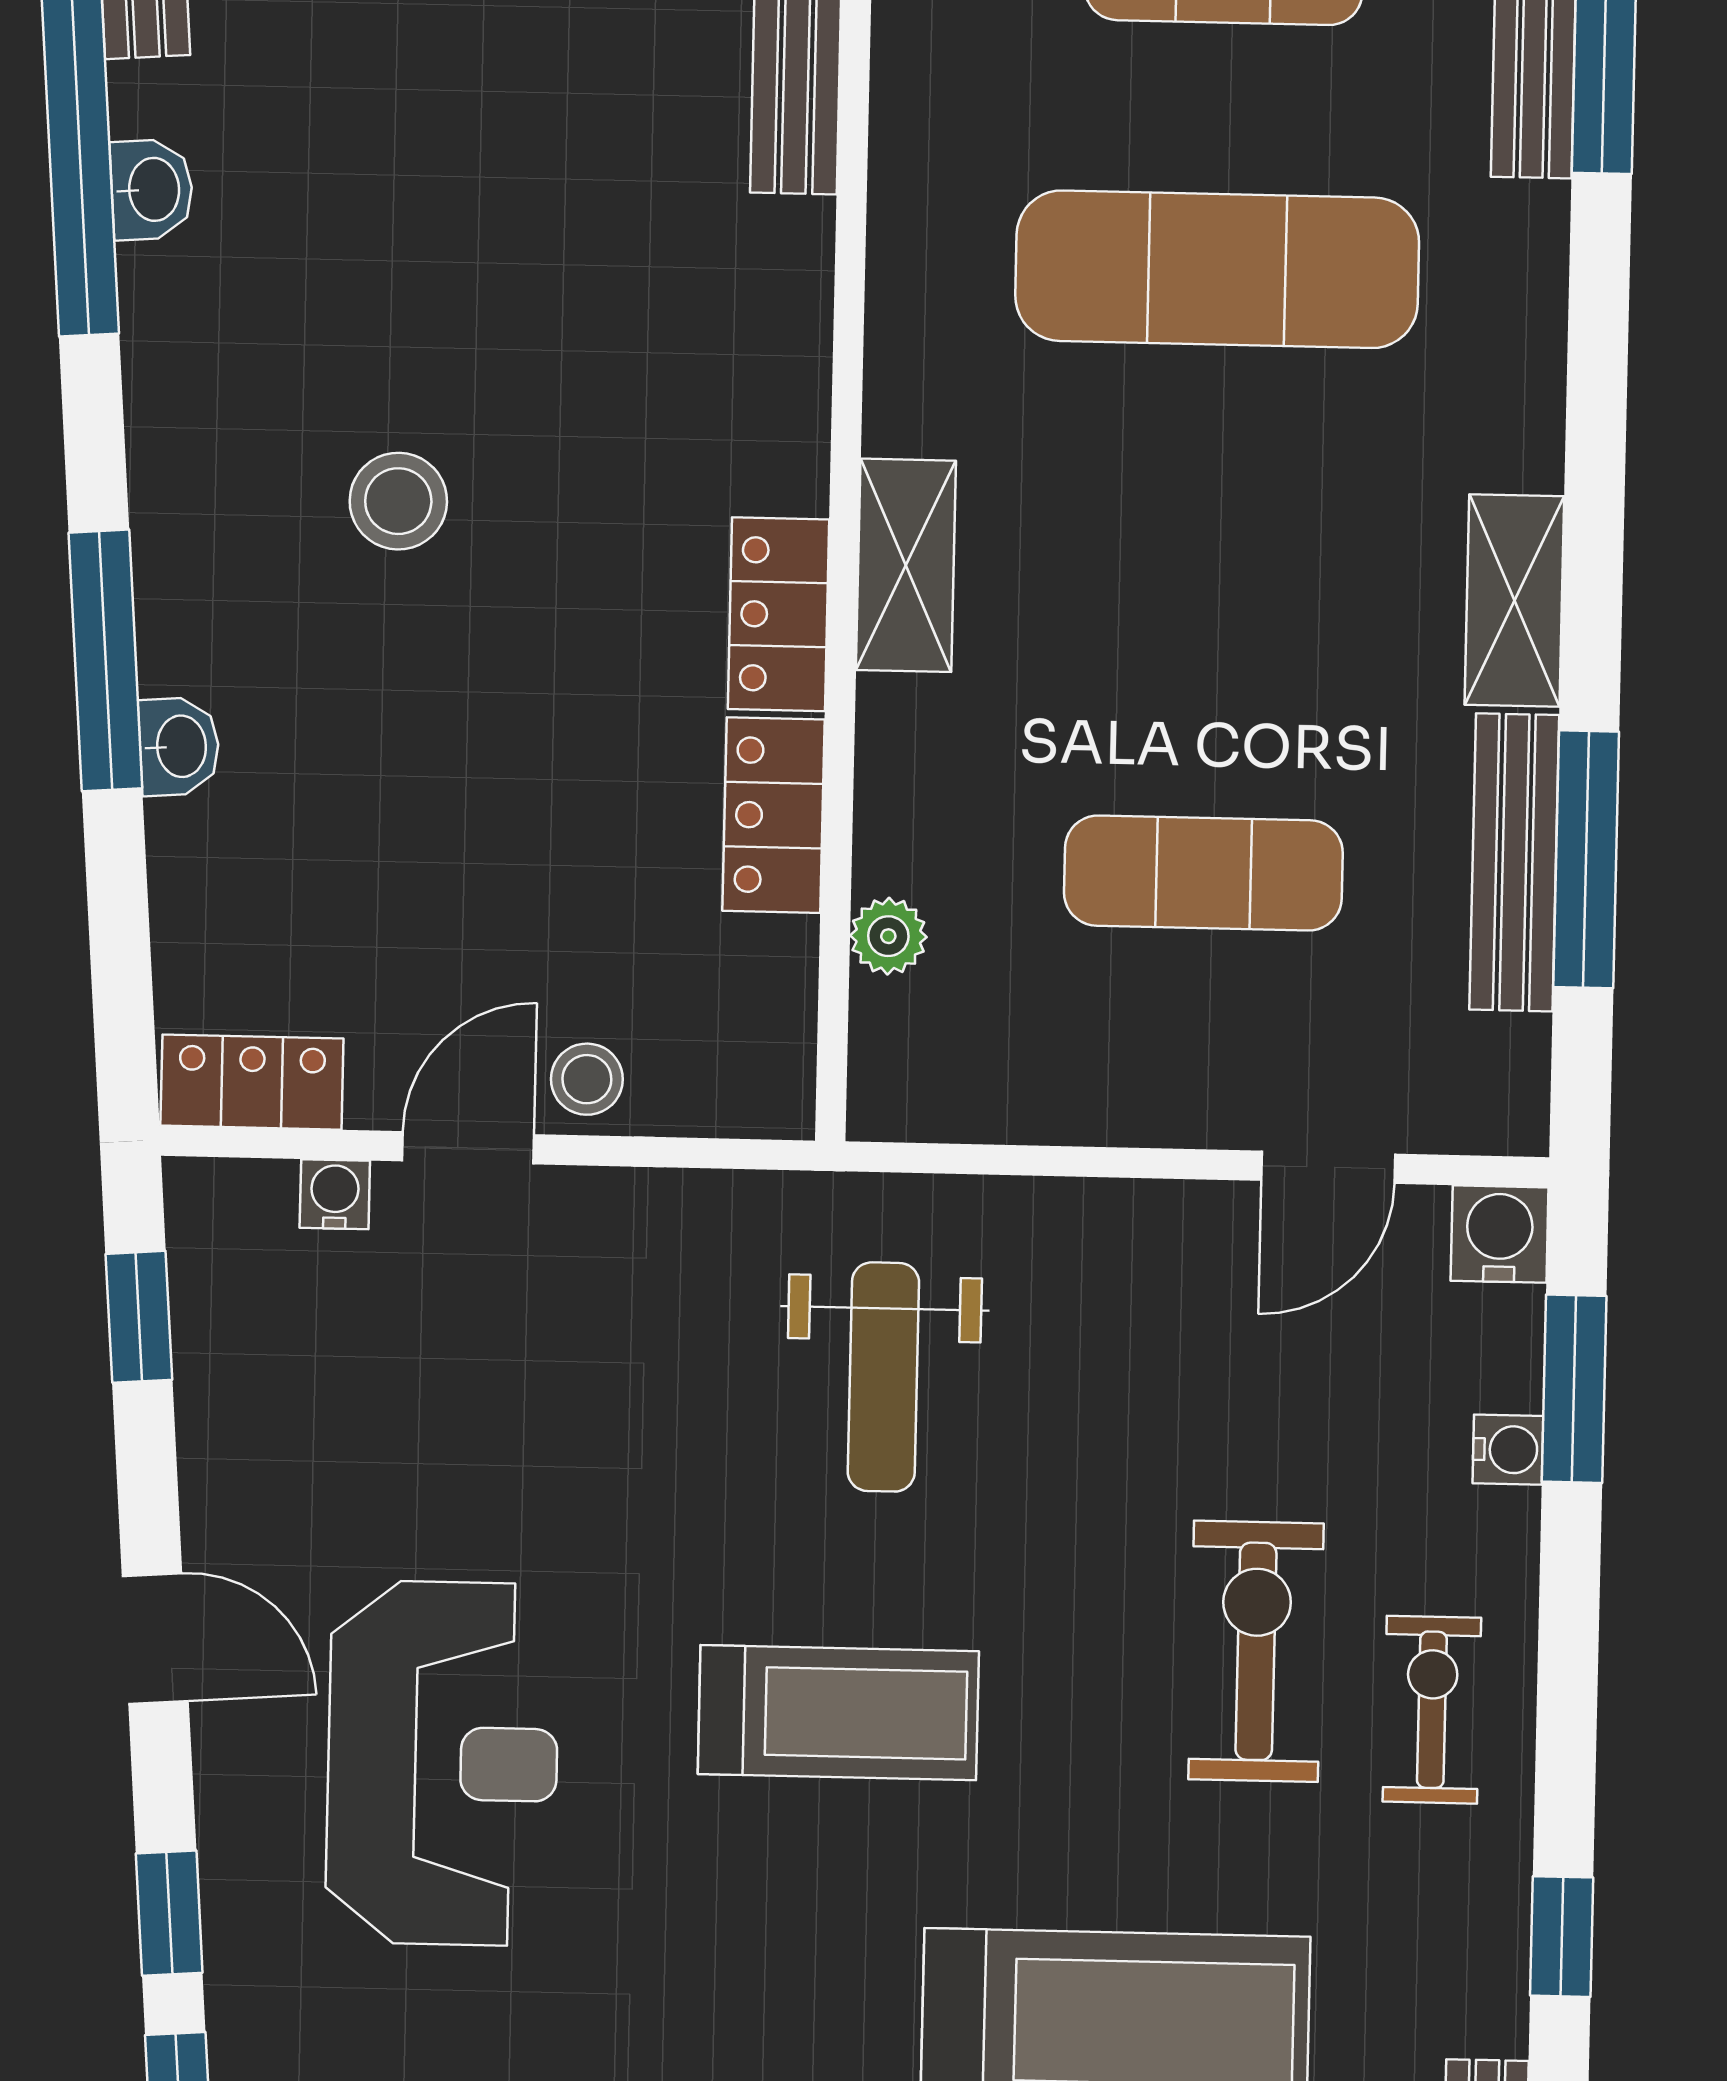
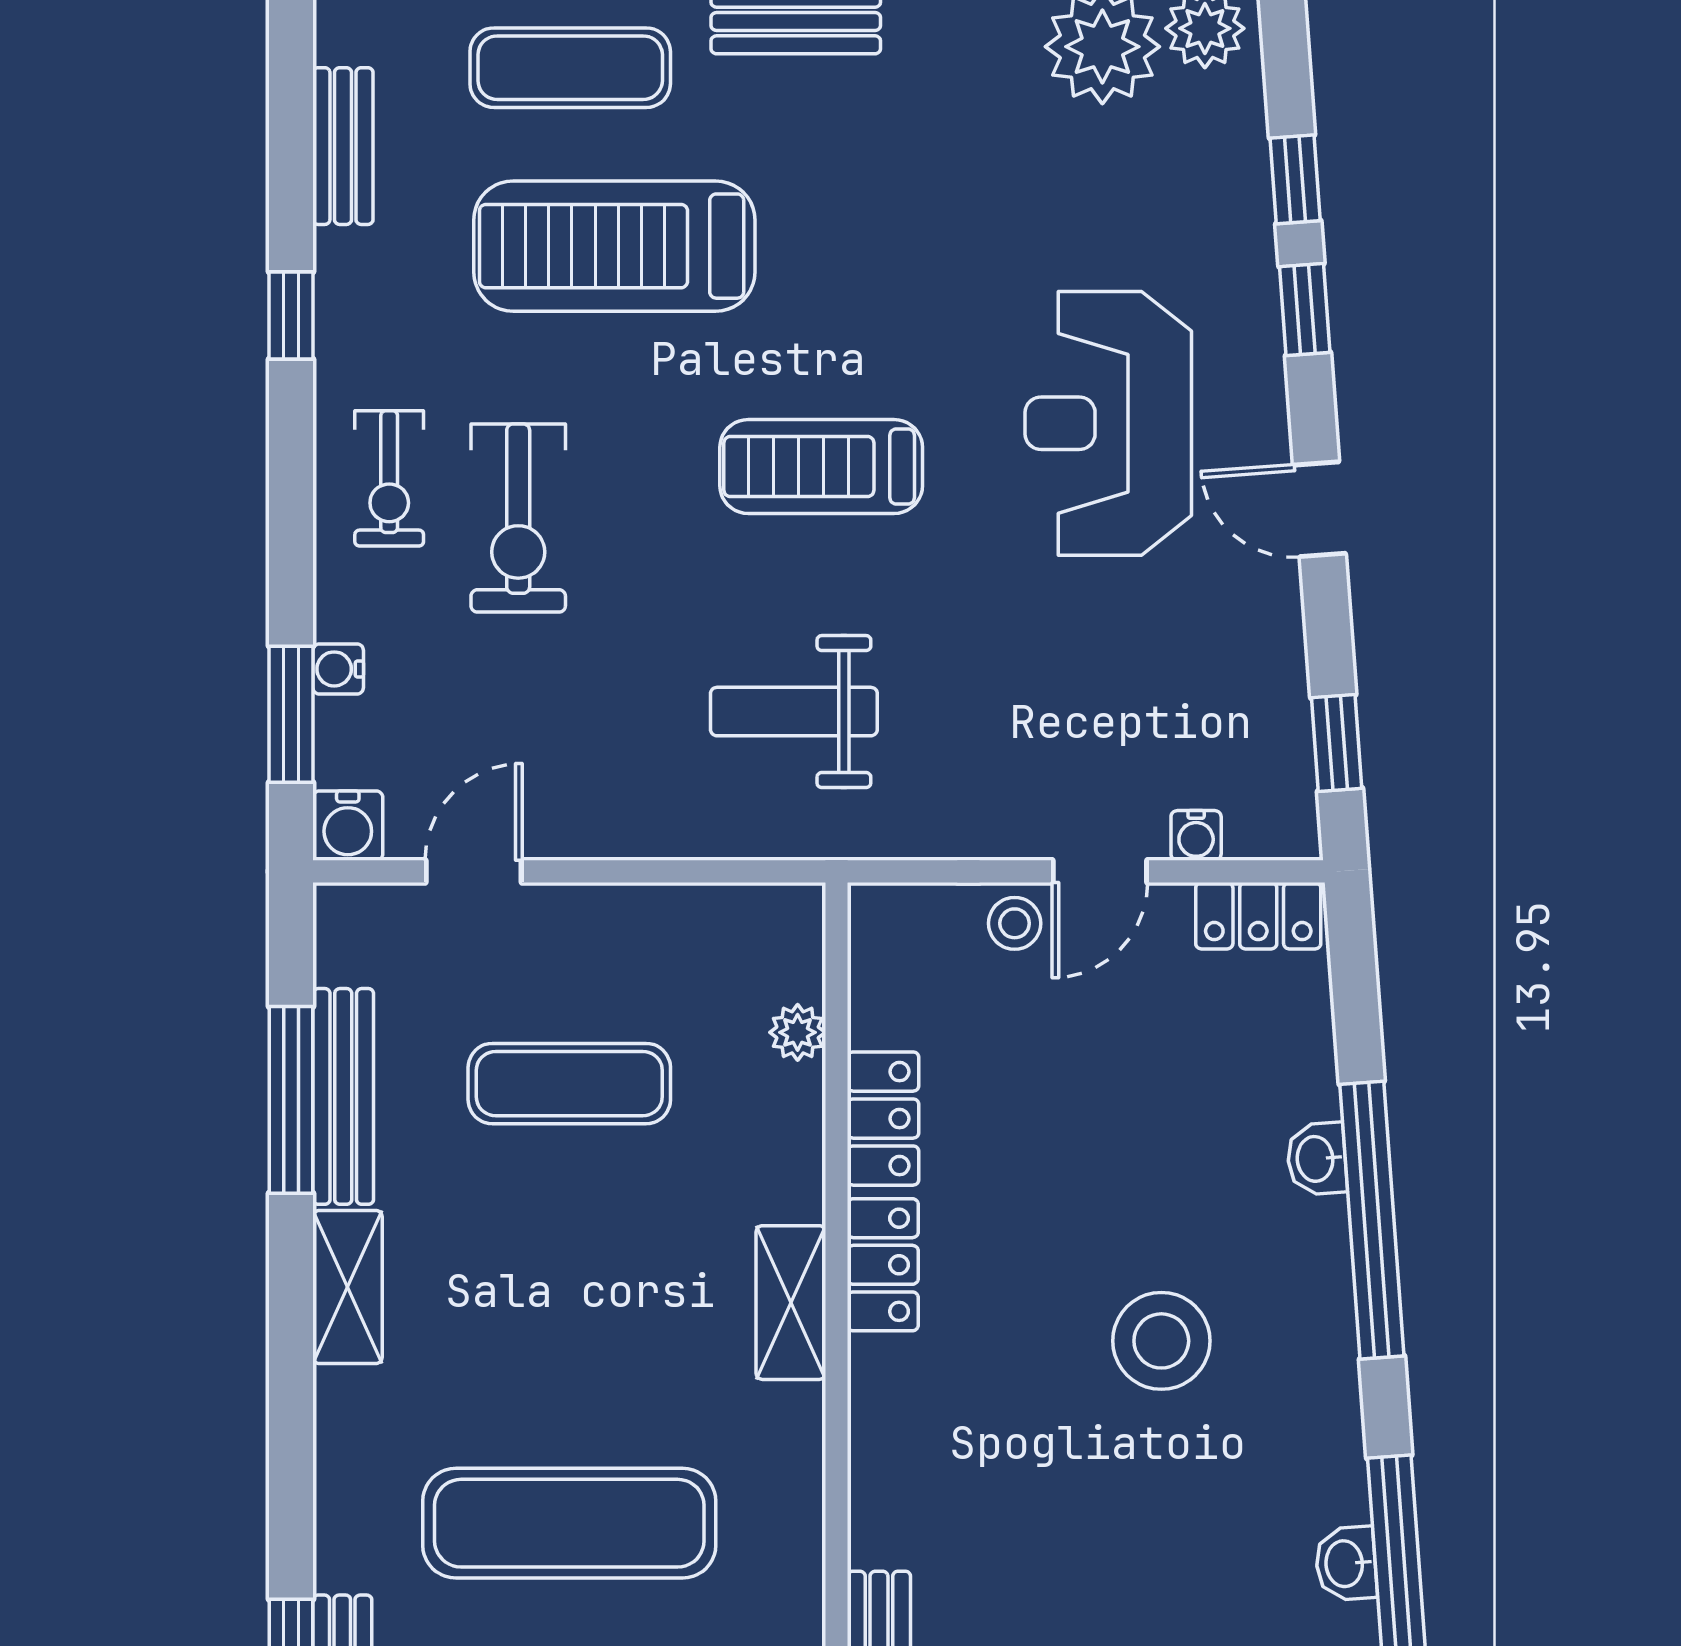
stool: (398, 501) -> (1161, 1341), width x1.38, depth x1.38
window: (105, 660) -> (1372, 1220), width x1.46
weight bench: (883, 1377) -> (794, 712), turned -90

